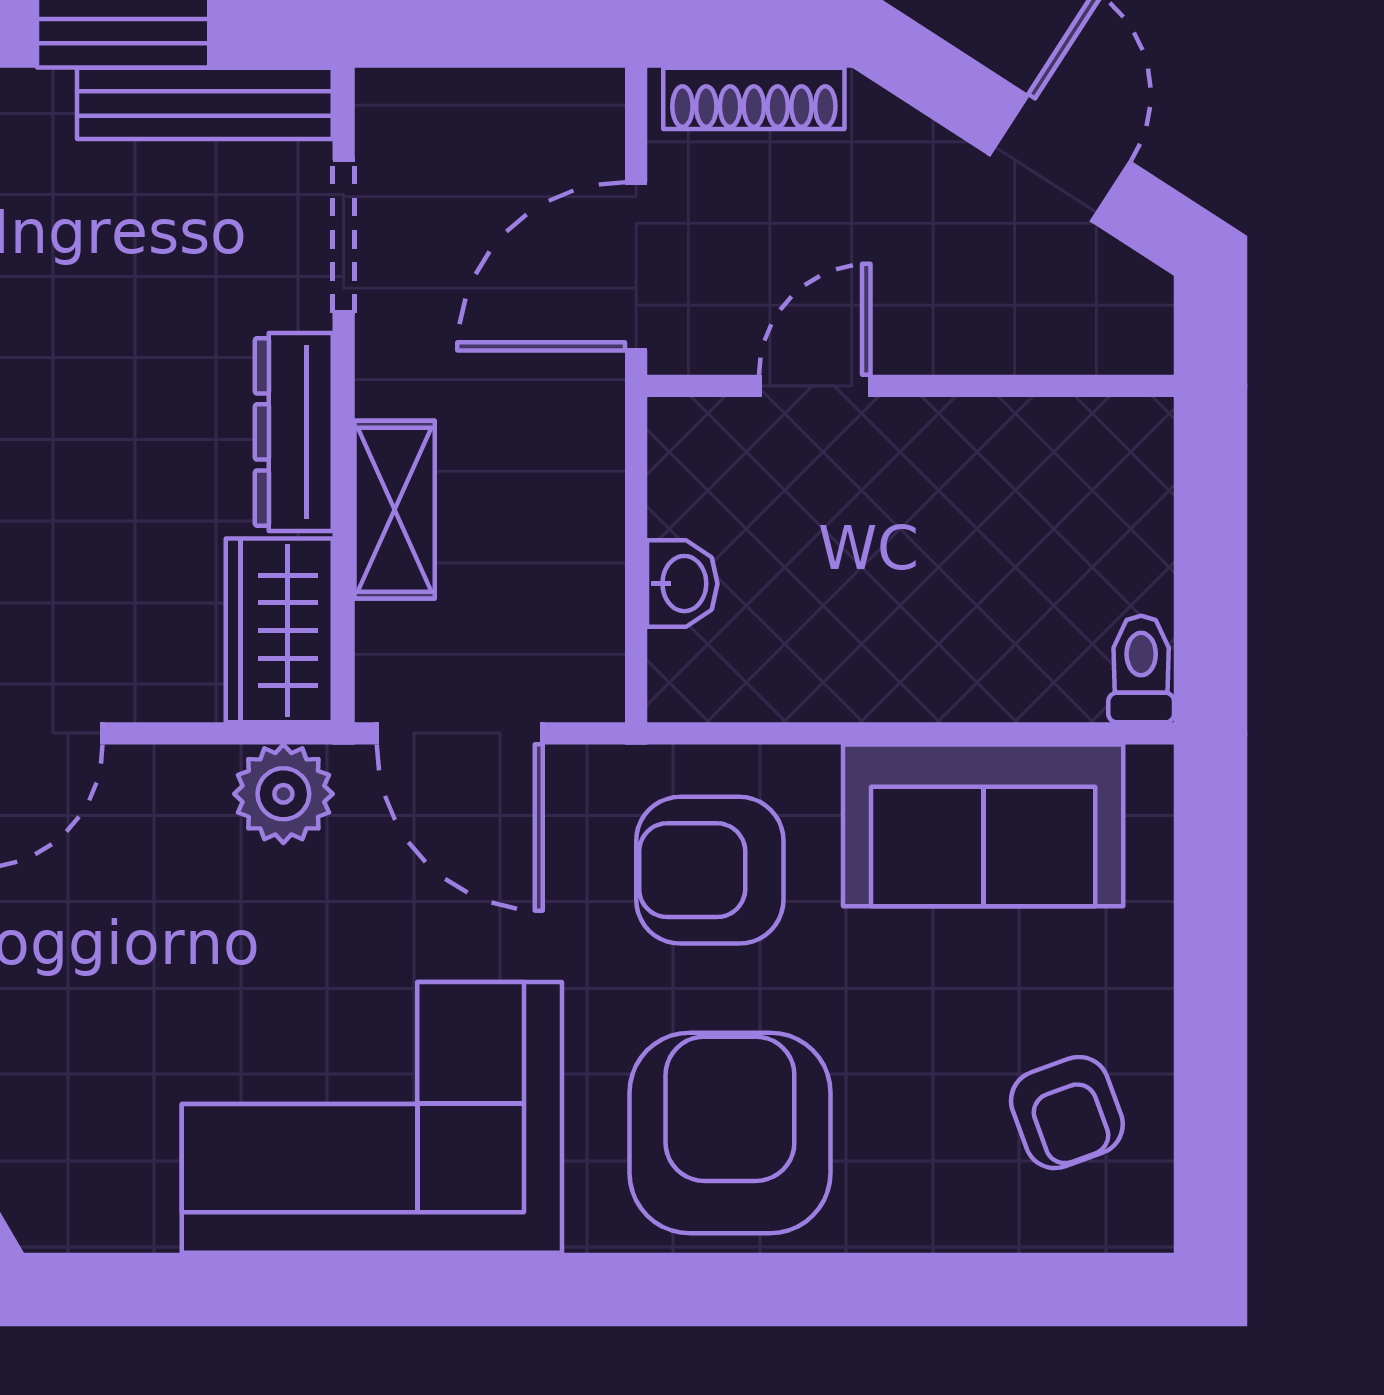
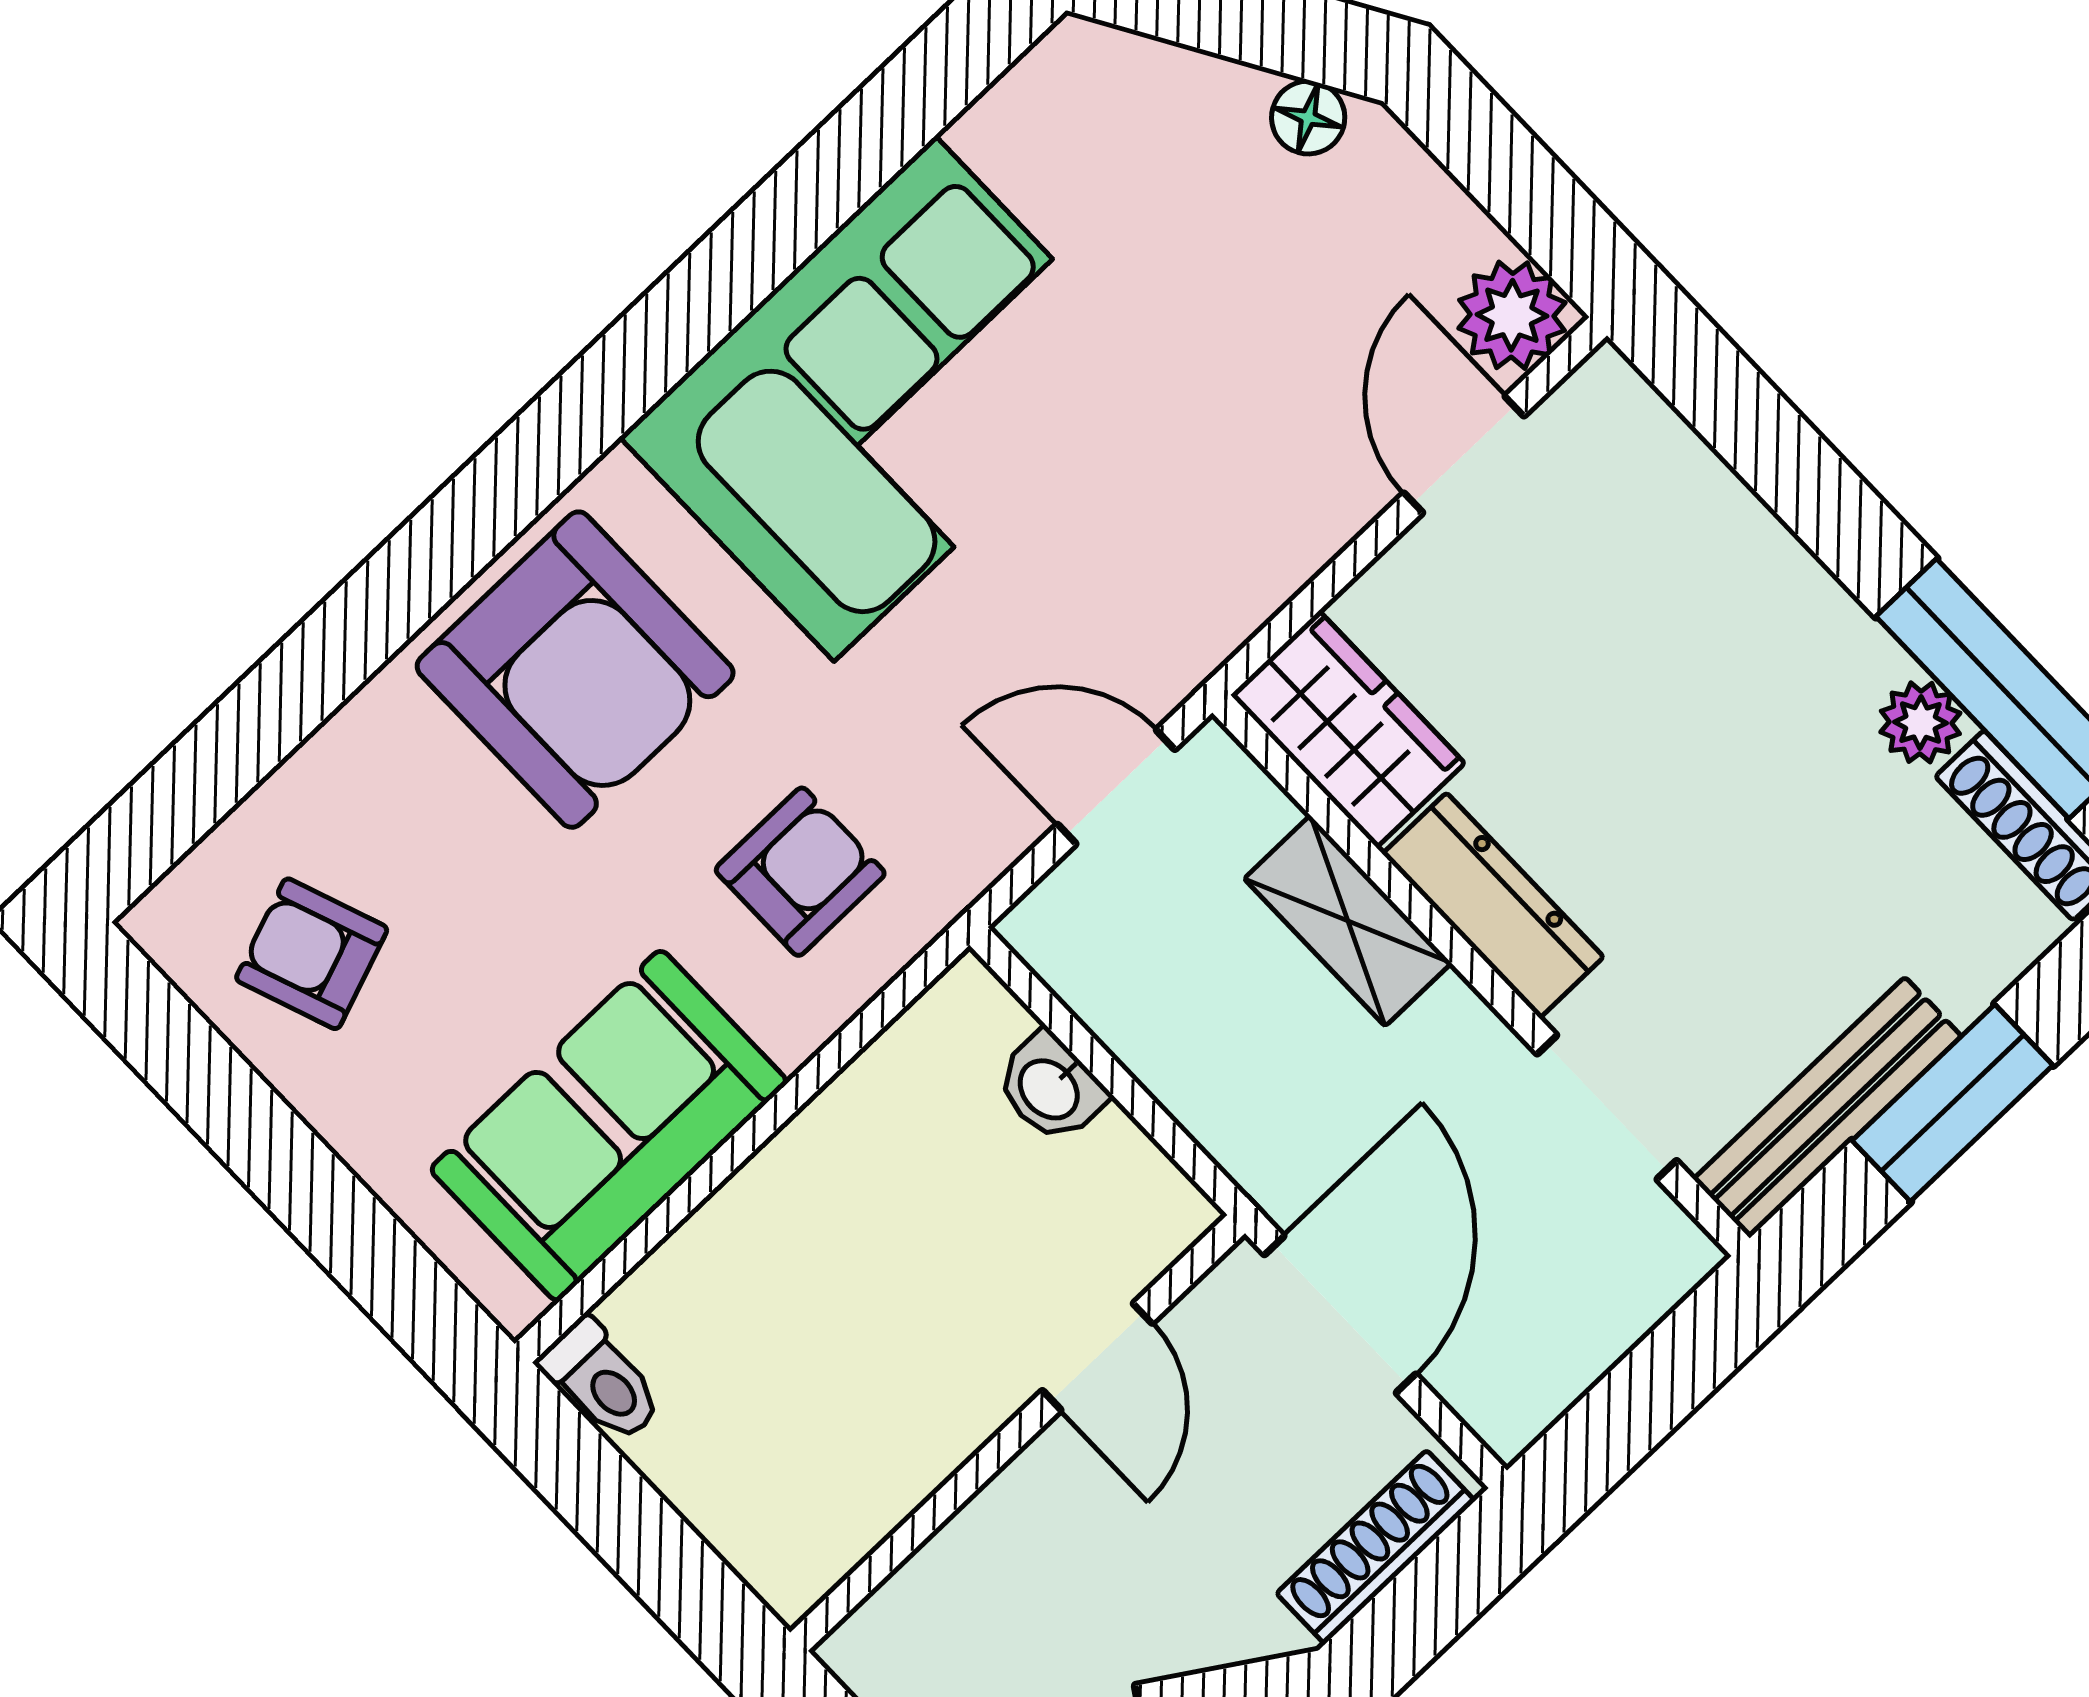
door: (460, 733) -> (1116, 787), width x0.73
plant: (283, 794) -> (1215, 597), removed
armchair: (710, 870) -> (800, 872), width x0.72, depth x0.72

